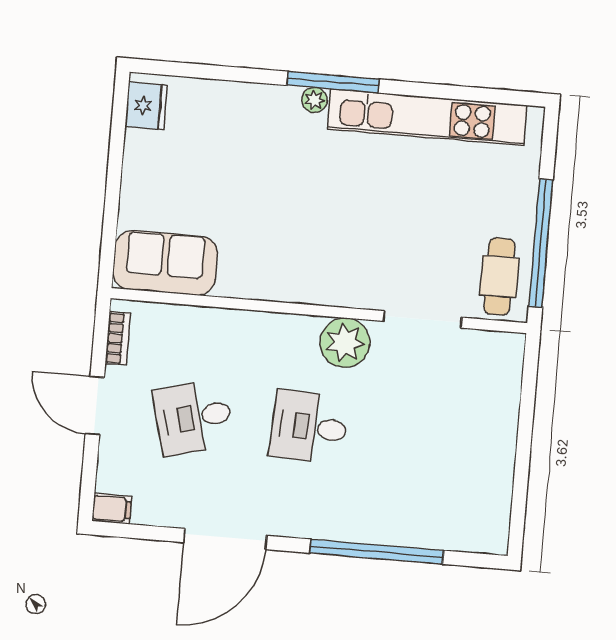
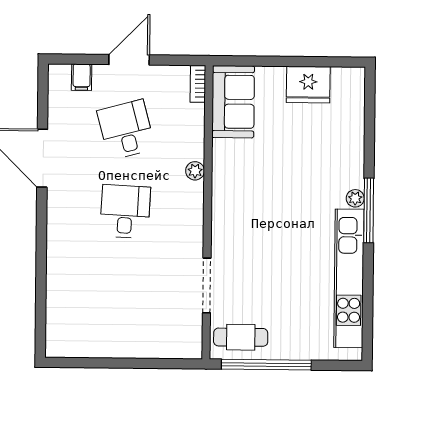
fridge: (146, 106) -> (308, 85), moved, width x1.36, depth x1.34
bookcase: (118, 338) -> (198, 84), moved, turned 90
plant: (345, 343) -> (195, 171), moved, width x0.53, depth x0.53
filing cabinet: (112, 509) -> (82, 77), moved
window: (377, 552) -> (41, 265), removed

